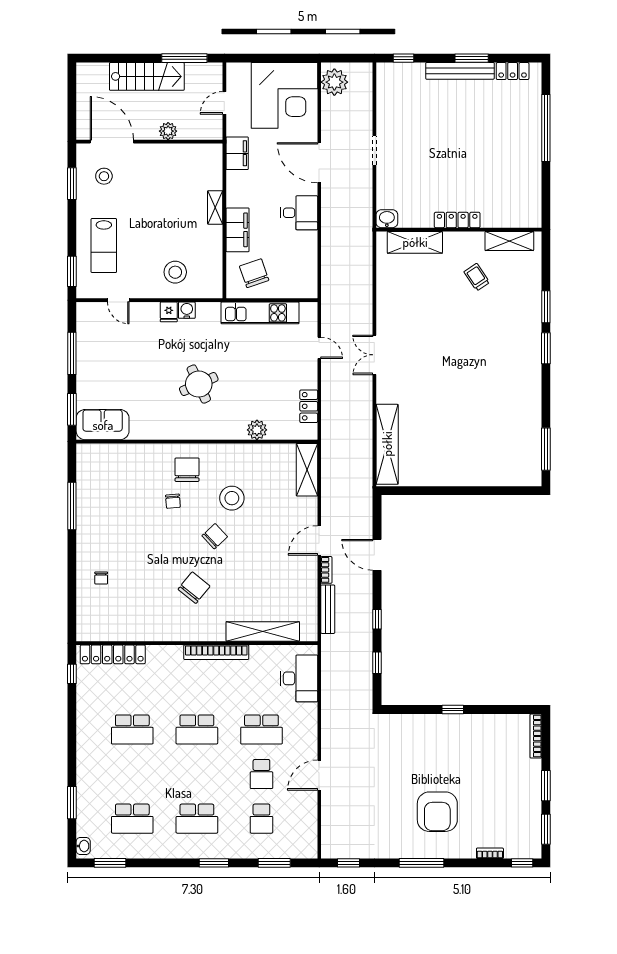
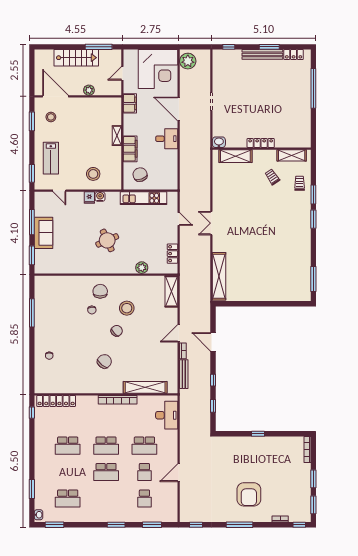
trolley: (523, 288) -> (300, 183), added
sofa: (103, 425) -> (43, 233), moved, turned 90
school desk: (197, 819) -> (106, 472), moved

